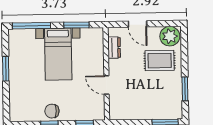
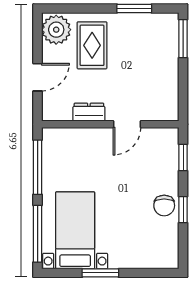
window: (76, 25) -> (38, 167), width x1.44
dresser: (114, 48) -> (89, 112), moved
bed with nightstands: (58, 54) -> (75, 230), moved, turned -90

